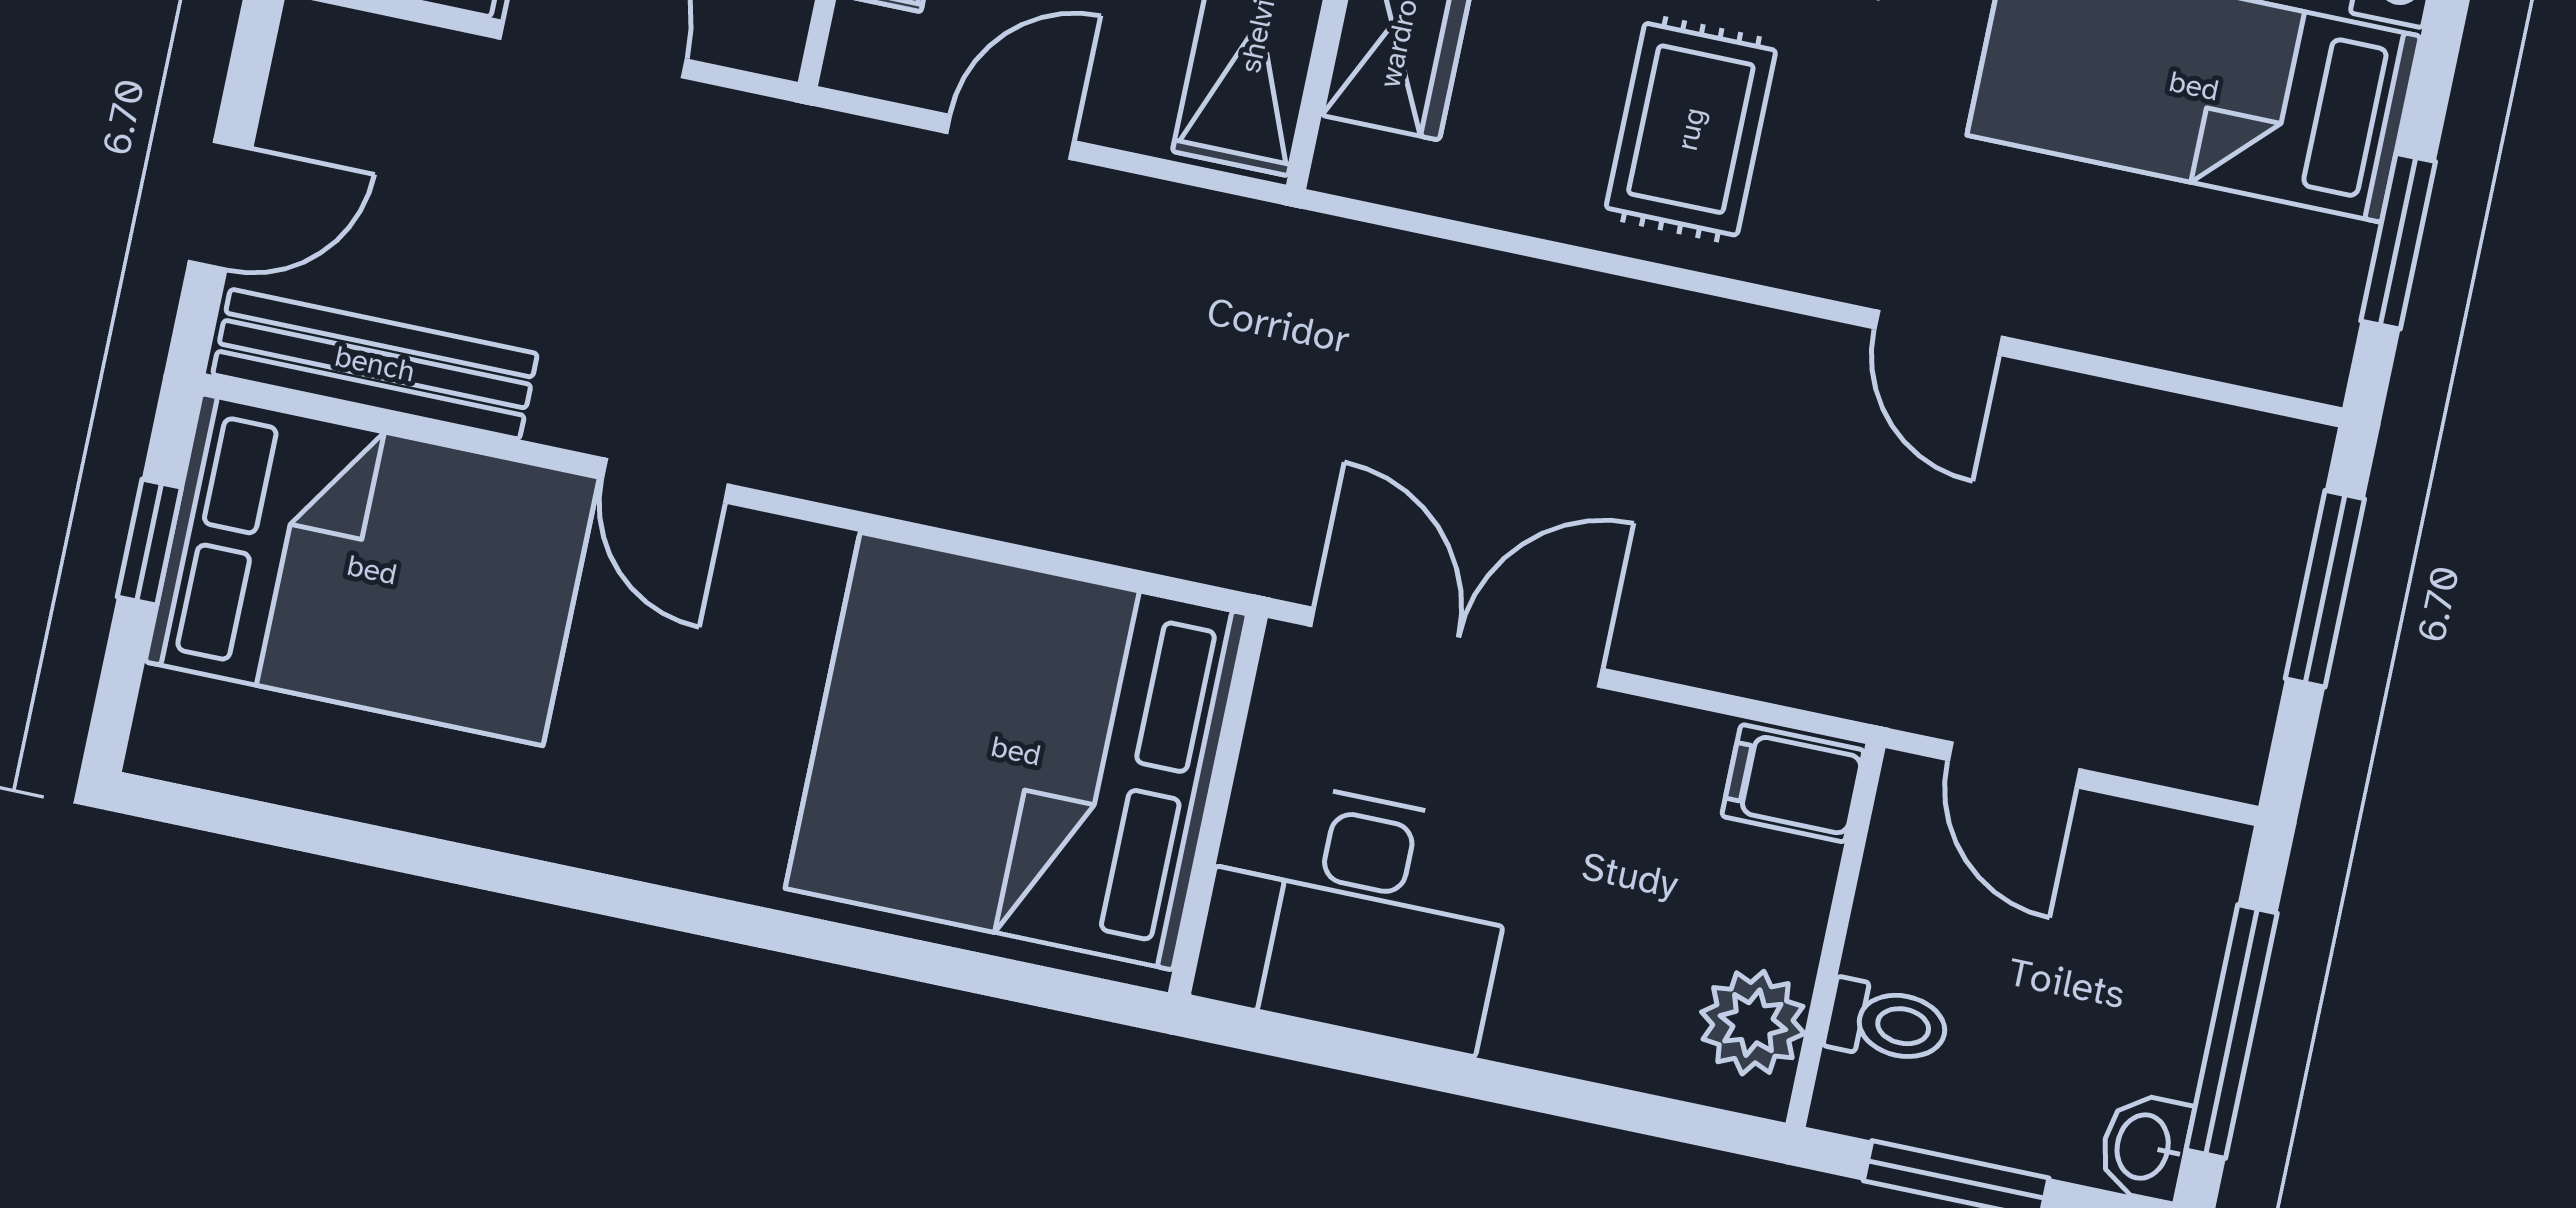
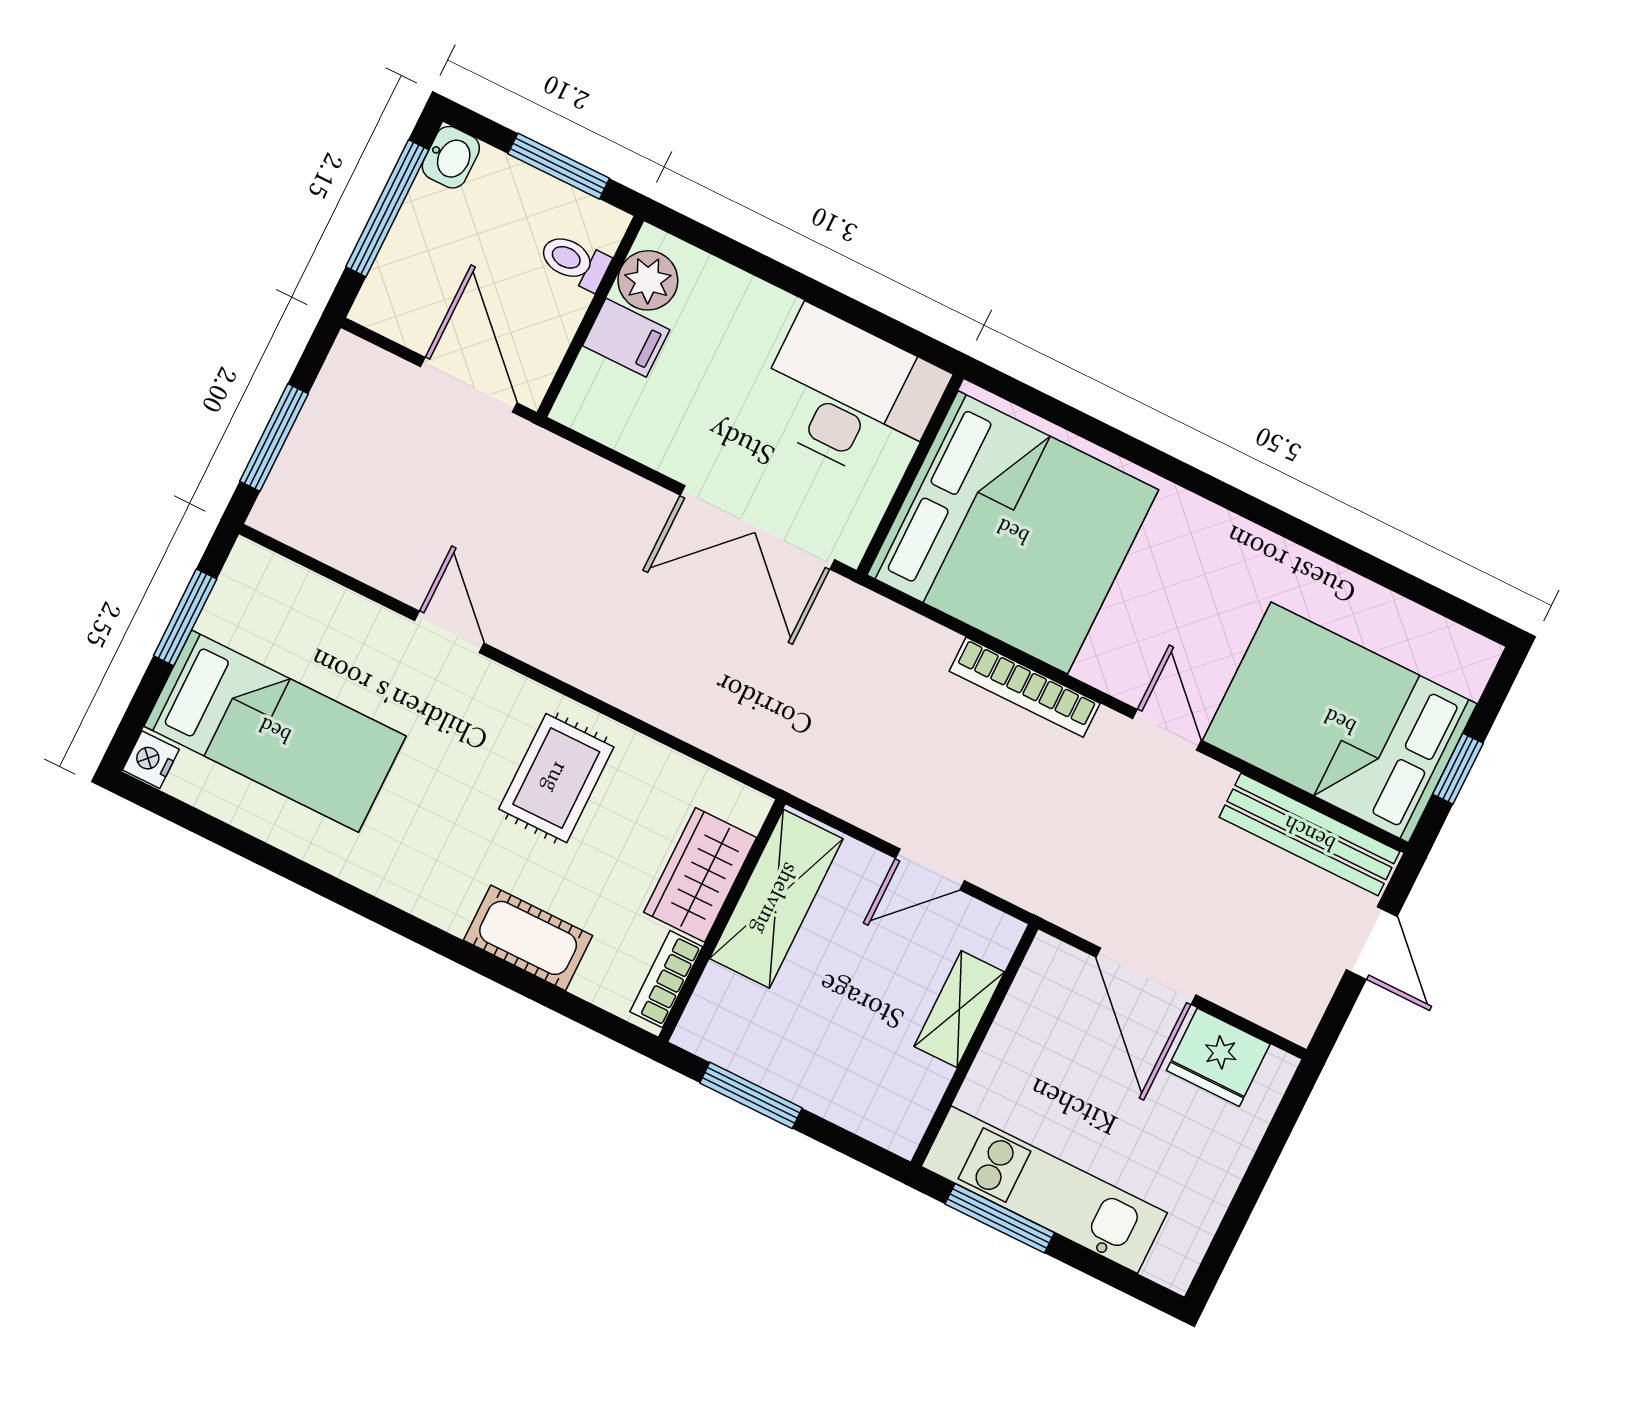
door: (220, 205) -> (1372, 943), swing flipped
bookcase: (928, 491) -> (1025, 687), added
door: (2014, 765) -> (469, 385), width x1.38
filing cabinet: (1793, 783) -> (626, 338), moved

